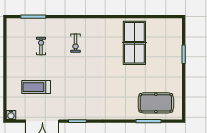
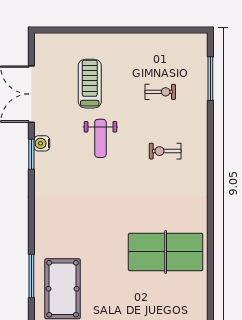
weight bench: (68, 81) -> (100, 138), added
water cooler: (11, 115) -> (42, 143), moved

